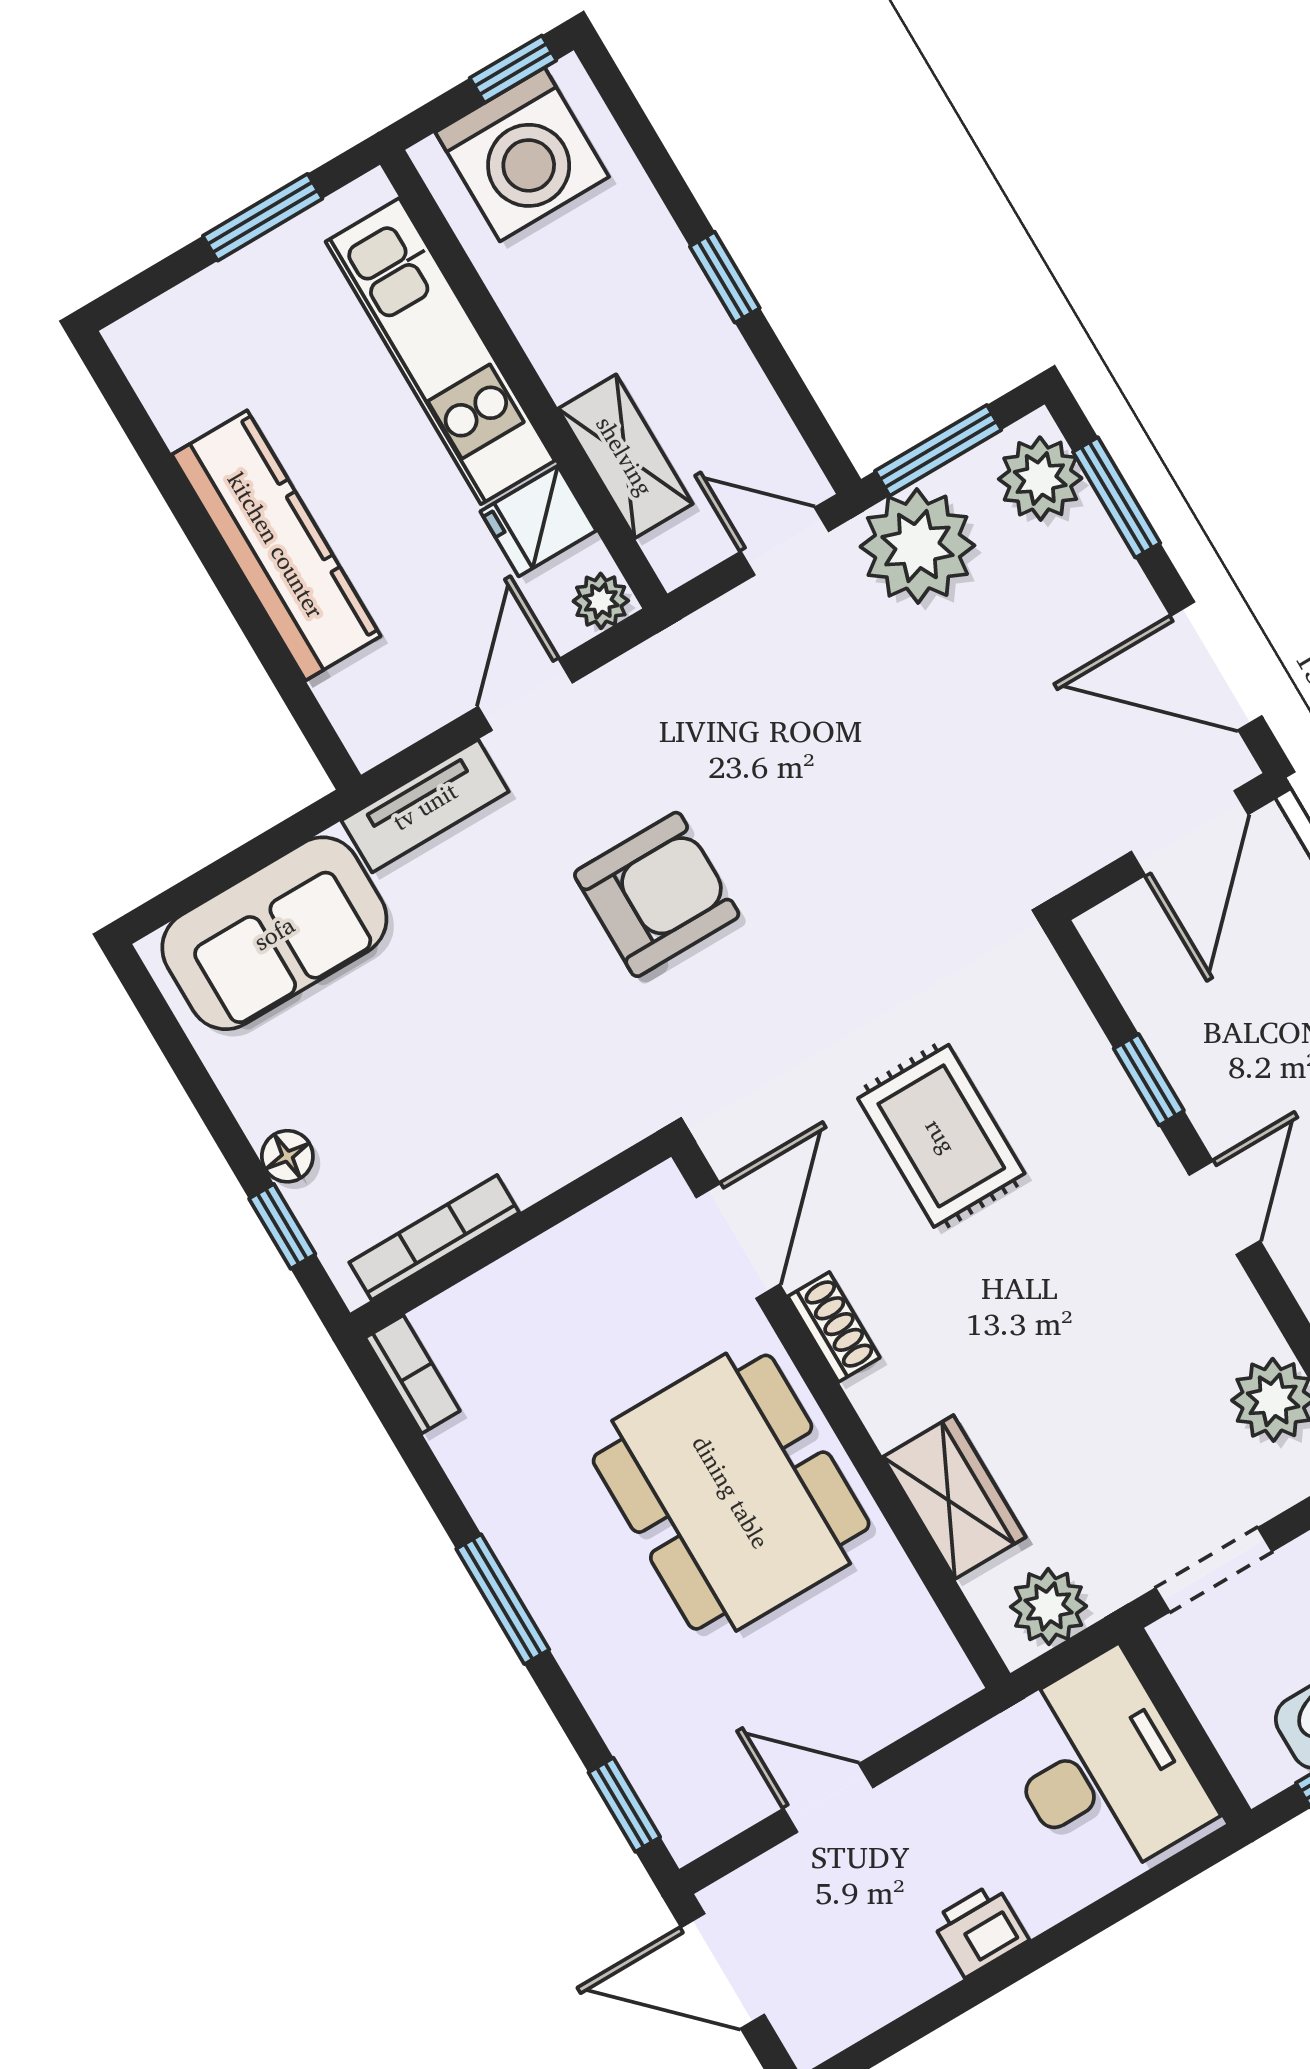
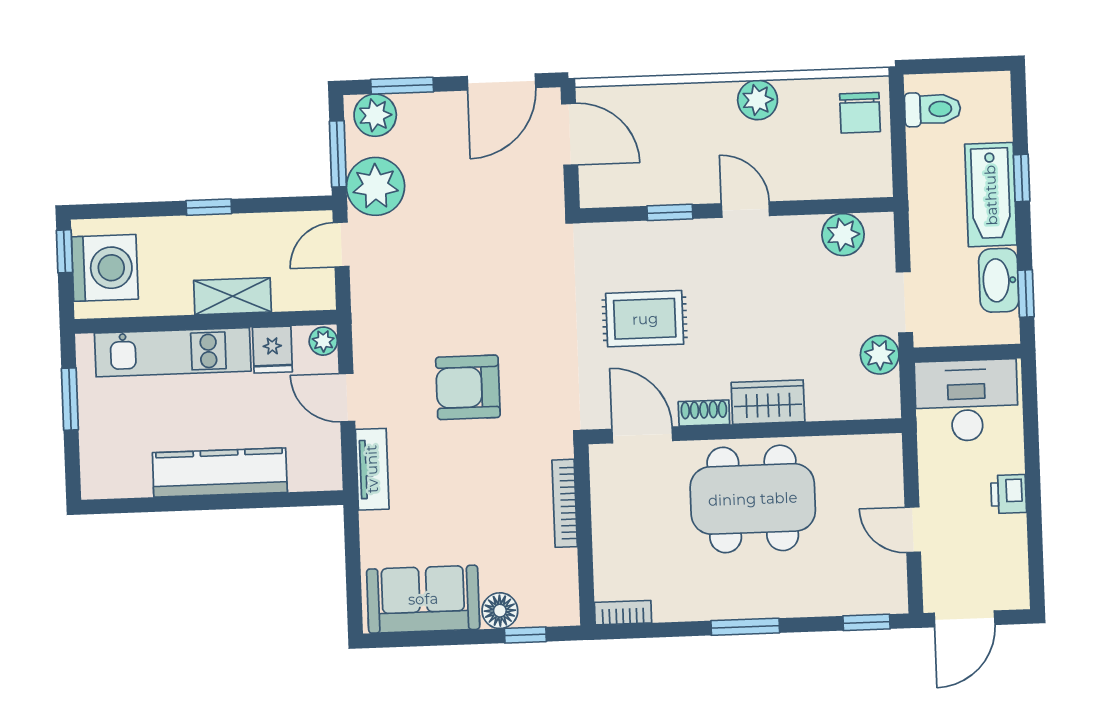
shelving: (625, 456) -> (233, 296), moved
armchair: (657, 894) -> (468, 387), turned -90
sofa: (274, 933) -> (423, 599), moved, turned -90
floor lamp: (287, 1156) -> (500, 611), width x1.37, depth x1.37
bookcase: (434, 1237) -> (565, 503), moved
wardrobe: (954, 1497) -> (768, 402), moved
plant: (1049, 1606) -> (880, 355), moved
door: (828, 1798) -> (913, 530), hinge flipped

